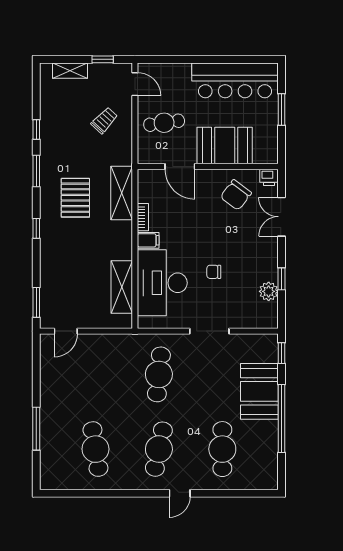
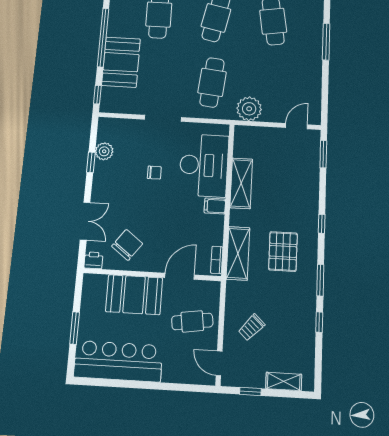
door: (180, 167) -> (180, 276), hinge flipped
bookcase: (143, 217) -> (217, 260), moved
shelving: (122, 287) -> (241, 183), moved
plant: (117, 347) -> (249, 109), added

